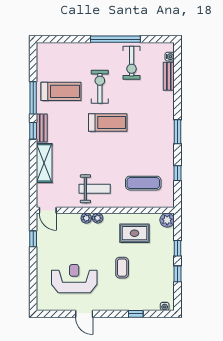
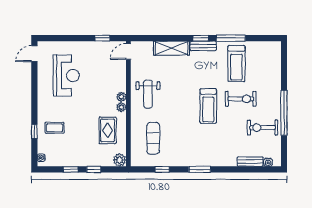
plant: (86, 218) -> (121, 107), moved
coffee table: (122, 268) -> (55, 128), moved
door: (84, 314) -> (34, 54), moved

